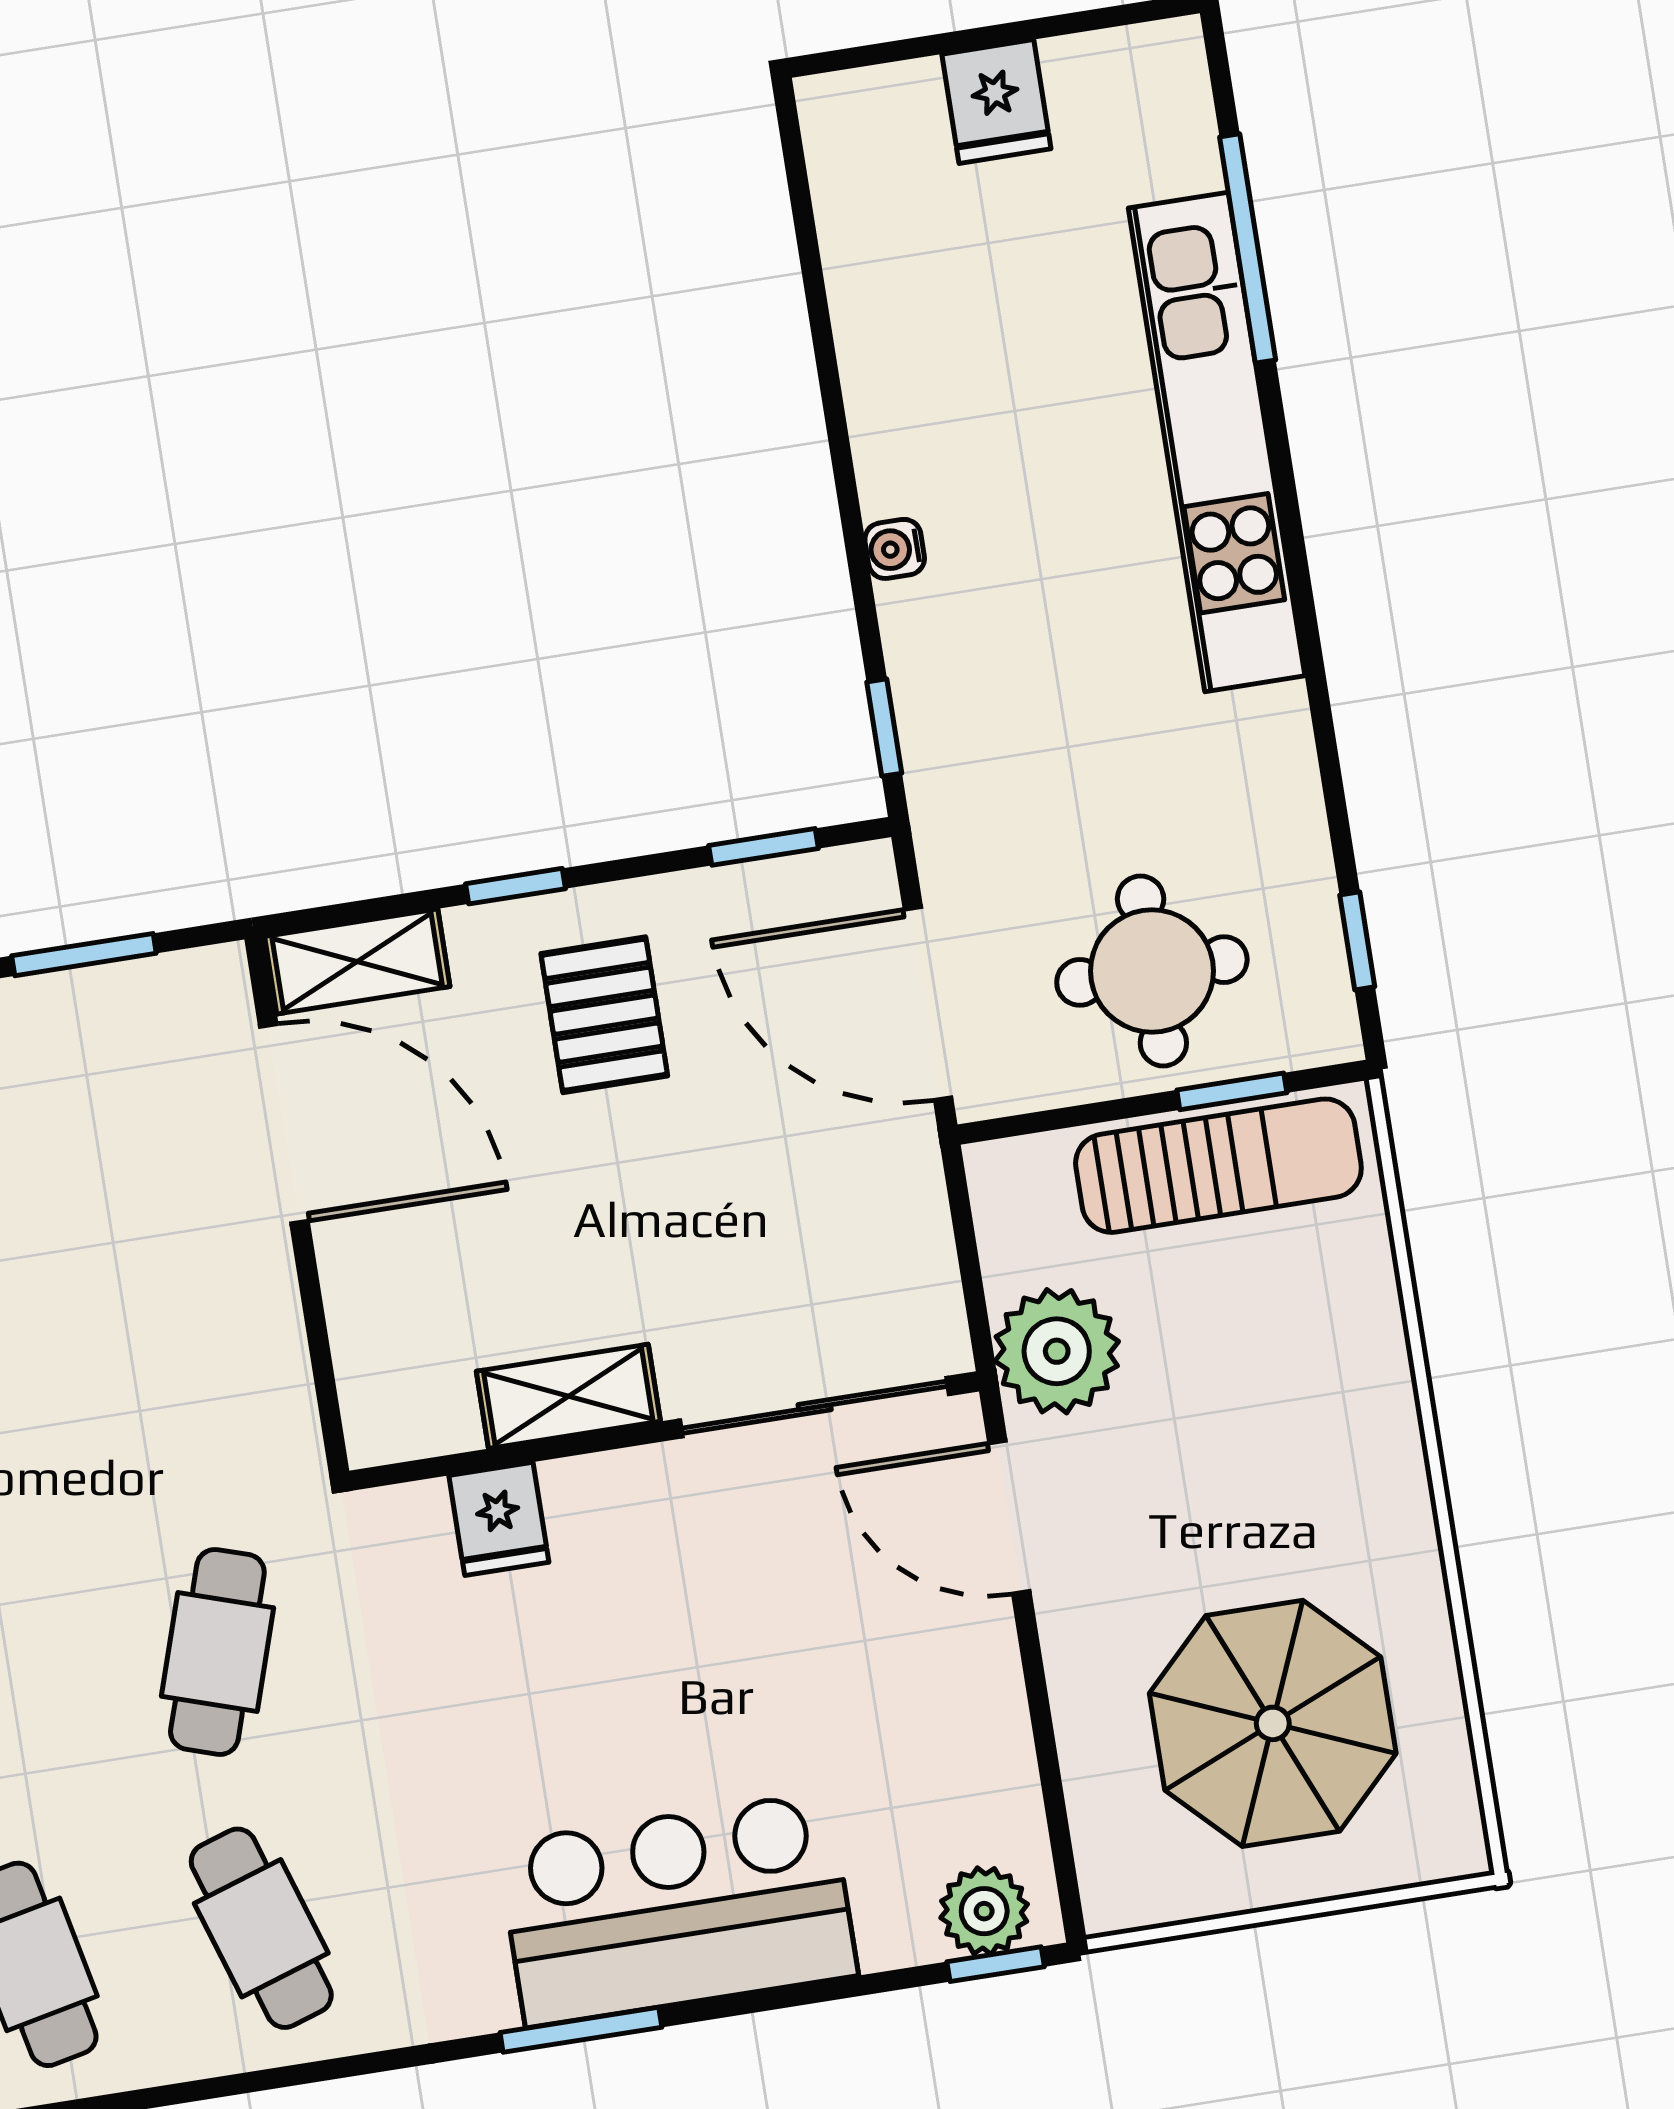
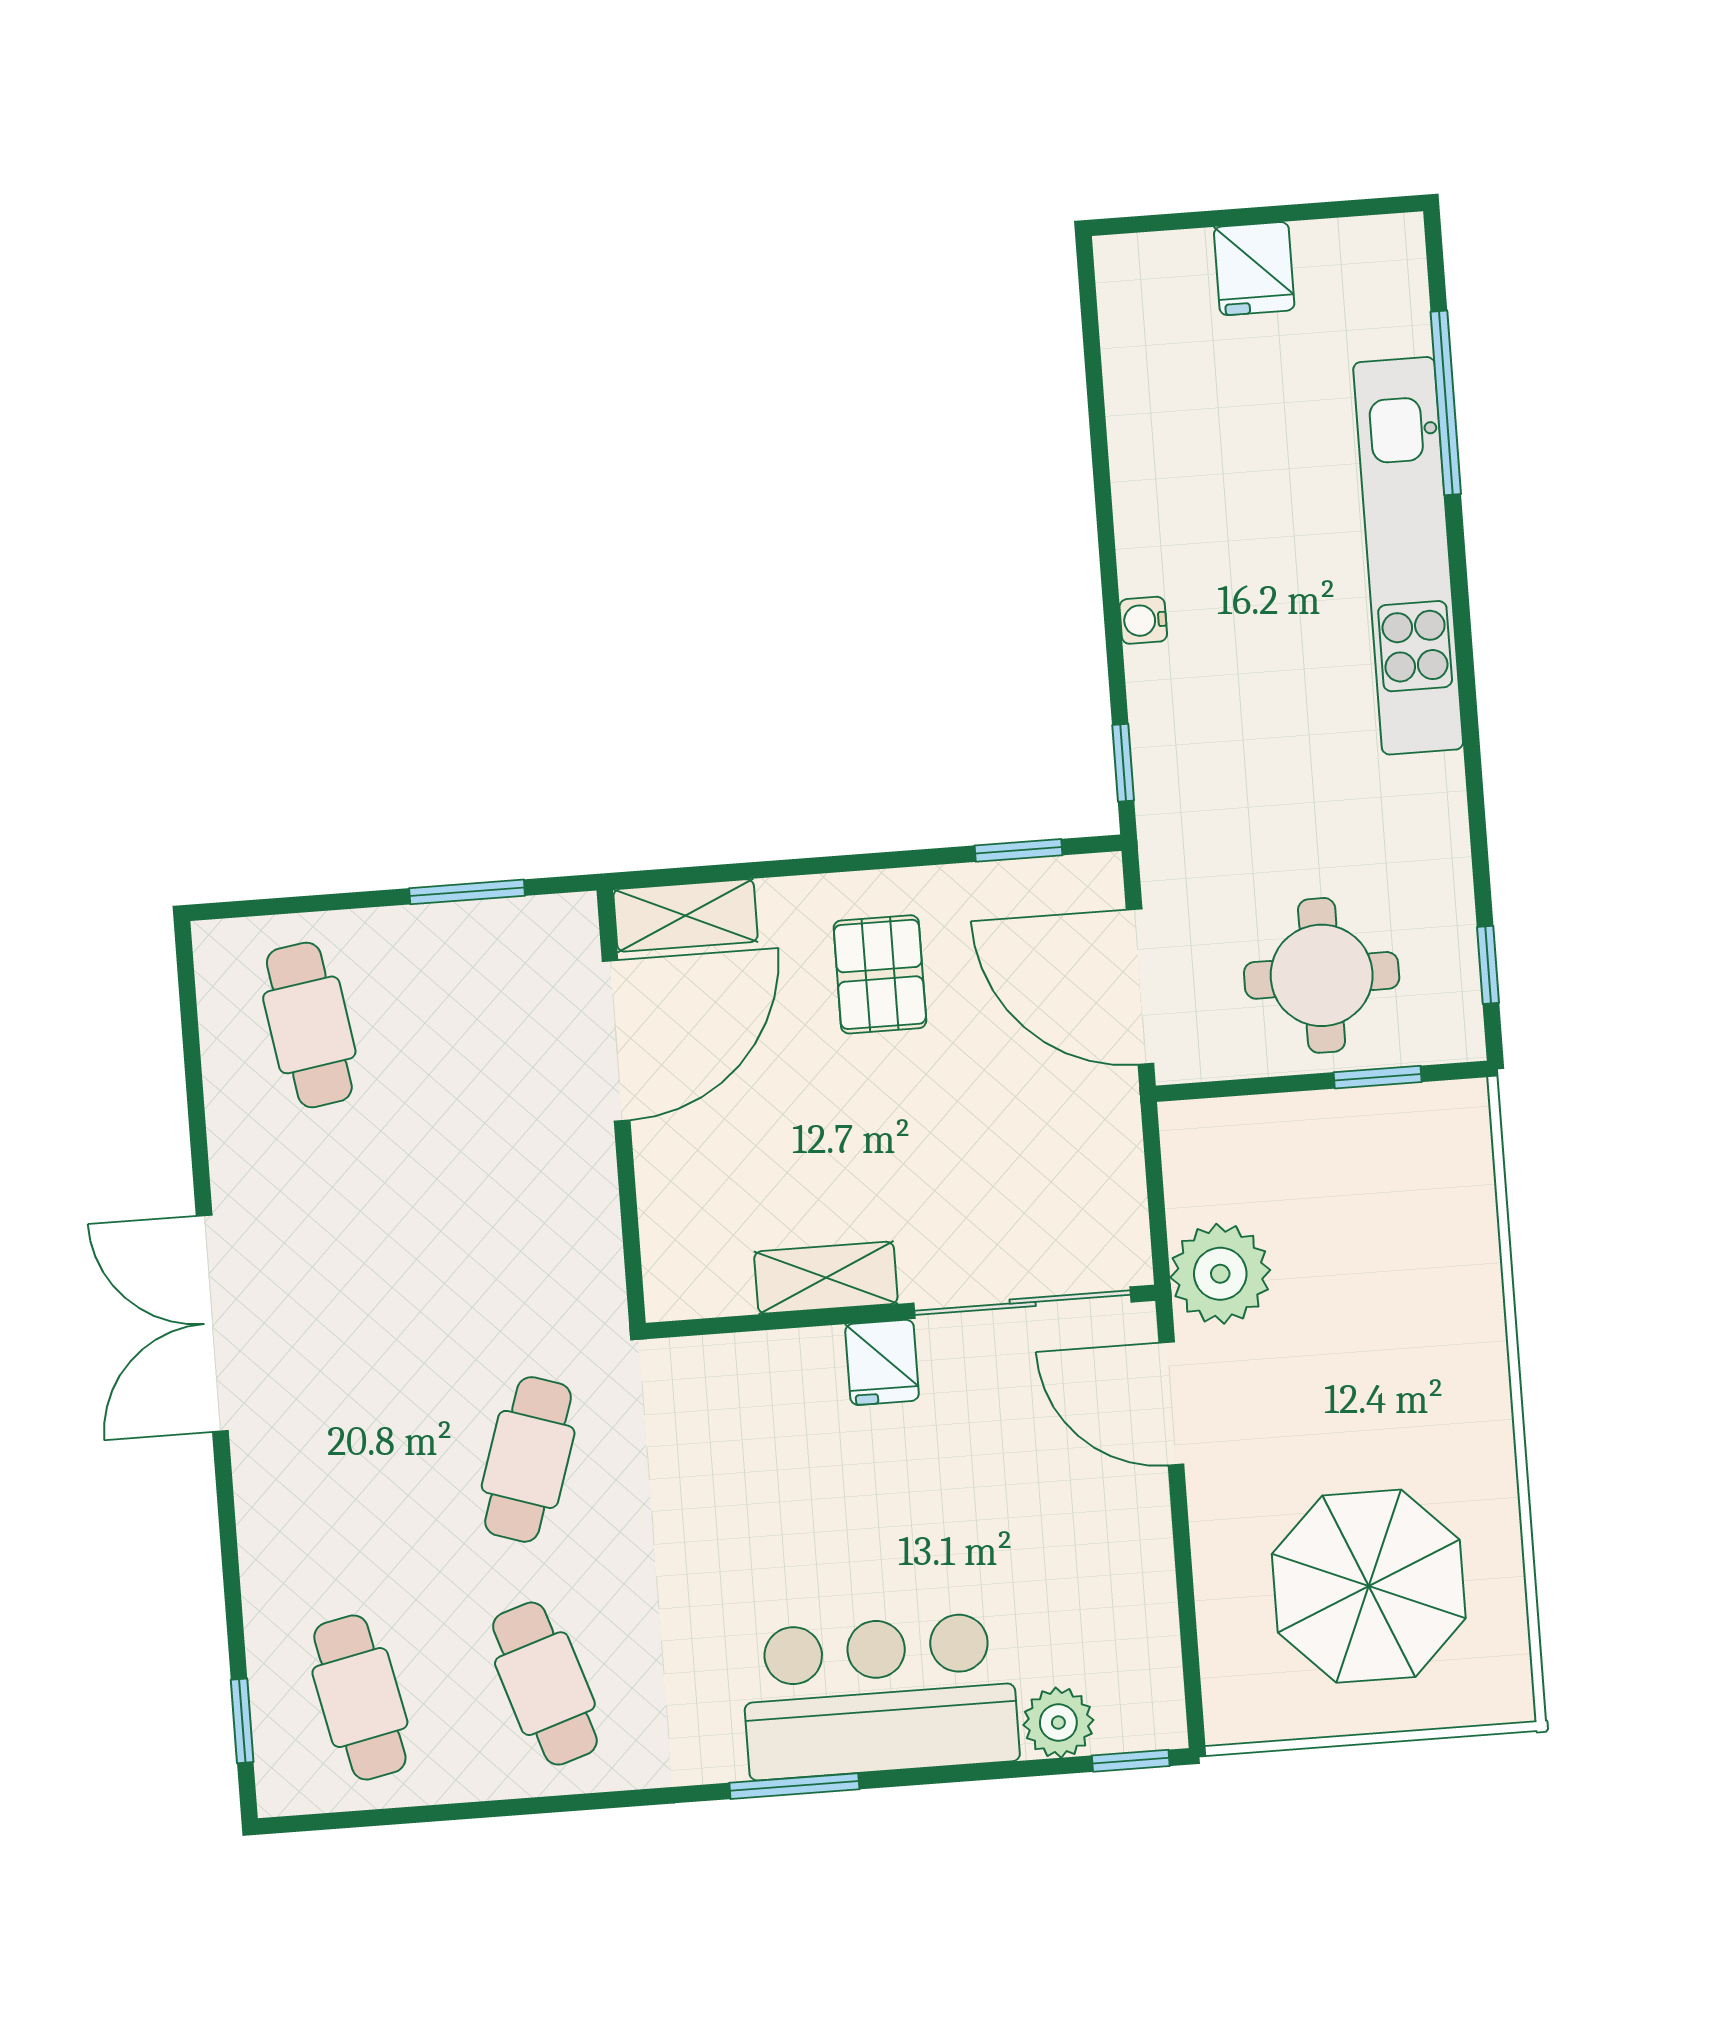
window: (515, 886) -> (817, 866), removed
door: (284, 1124) -> (616, 1041), hinge flipped
sun lounger: (1218, 1166) -> (1362, 1136), removed
fridge: (499, 1519) -> (882, 1362), moved
plant: (984, 1911) -> (1058, 1723), moved

